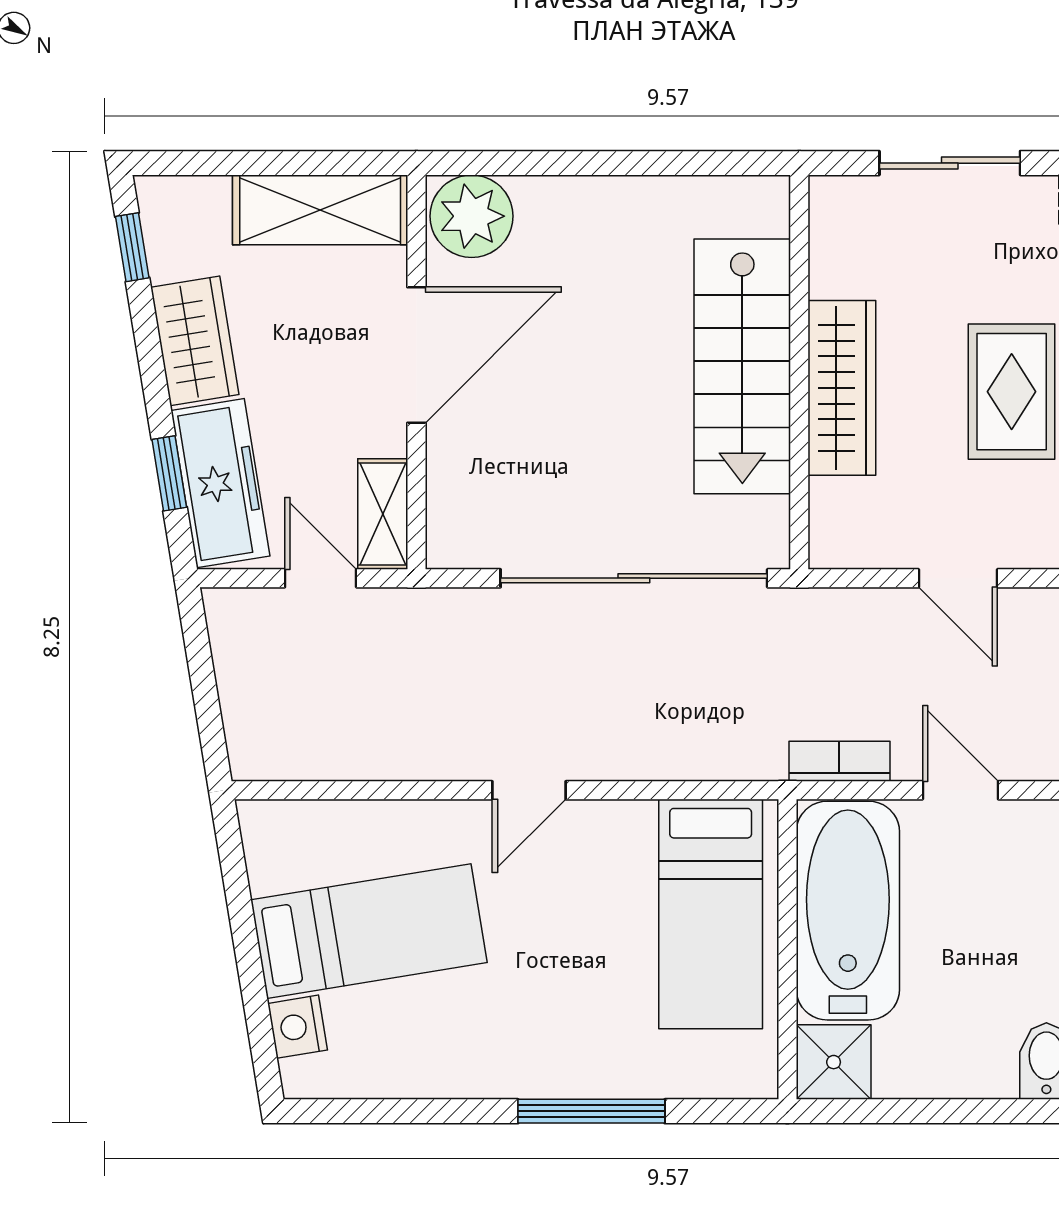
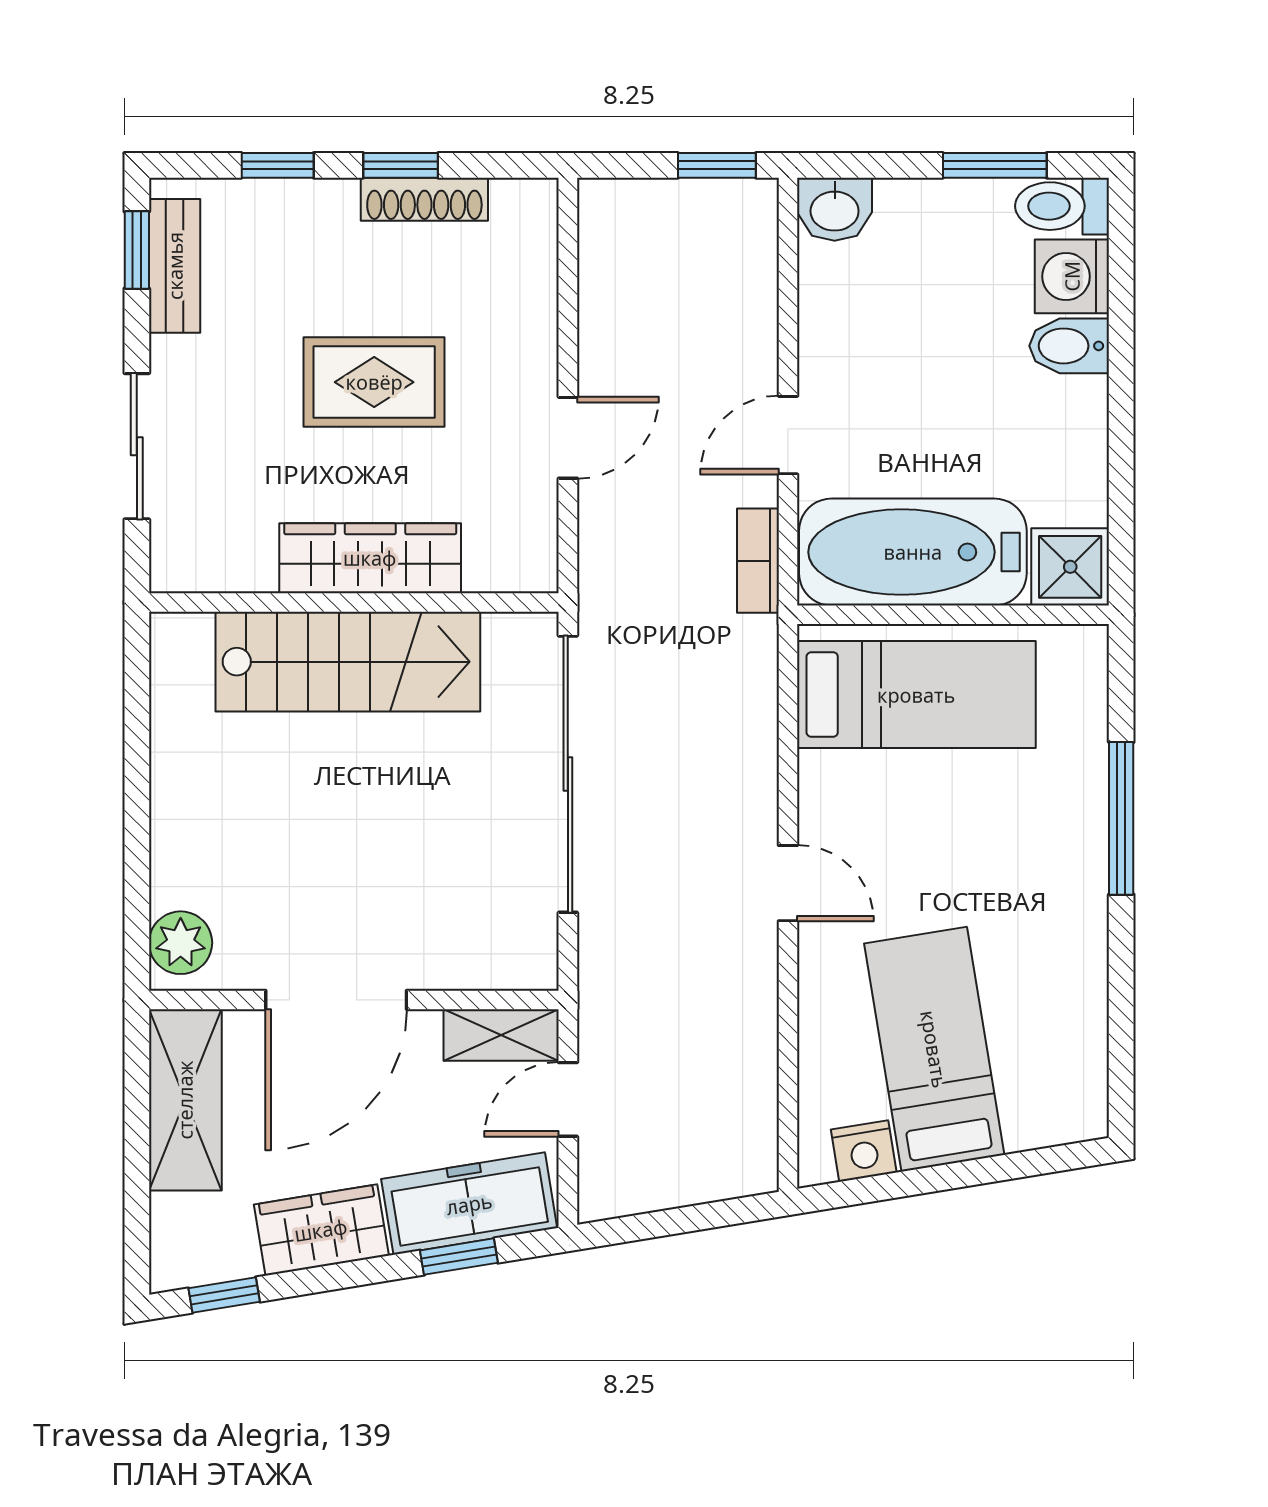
plant: (472, 216) -> (181, 943), width x0.73, depth x0.73
door: (416, 355) -> (336, 1000), swing flipped
nightstand: (298, 1027) -> (864, 1151), moved

